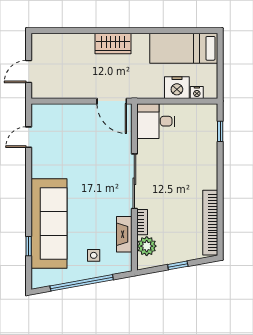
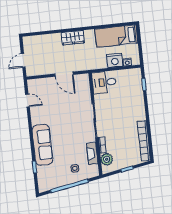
door: (112, 101) -> (64, 74), moved
door: (29, 137) -> (27, 100), swing flipped
sofa: (49, 224) -> (42, 145), width x0.74, depth x0.79

